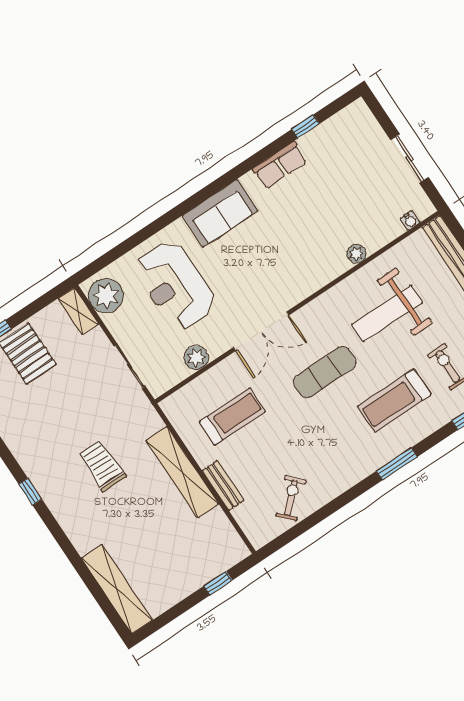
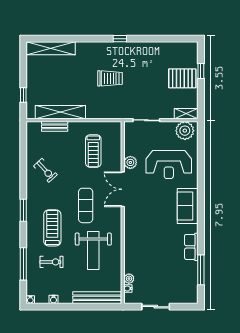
window: (305, 127) -> (201, 270), width x2.17
plant: (356, 254) -> (129, 279), moved
reception desk: (175, 285) -> (169, 164), turned 180
weight bench: (387, 313) -> (93, 251), turned 180
plant: (196, 358) -> (130, 162), moved
shelving: (182, 472) -> (60, 112), moved
bench: (223, 486) -> (55, 126), moved
exercise bike: (291, 498) -> (45, 170), moved

